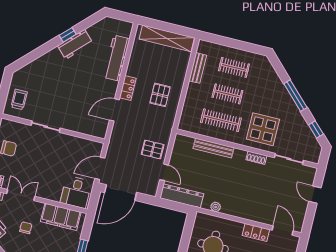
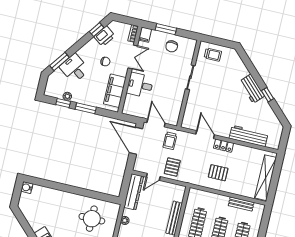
workbench: (75, 44) -> (252, 89), moved
trolley: (121, 152) -> (170, 141), added
desk: (76, 192) -> (140, 85), moved

